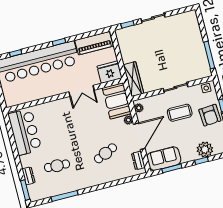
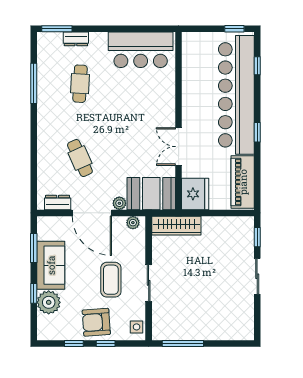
sofa: (164, 159) -> (51, 265), moved

